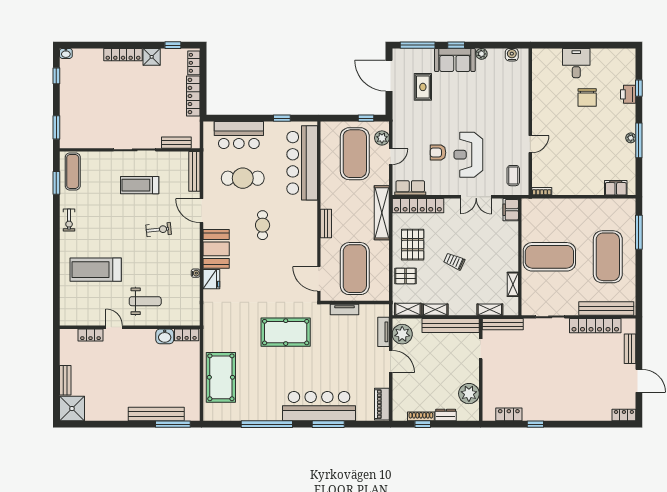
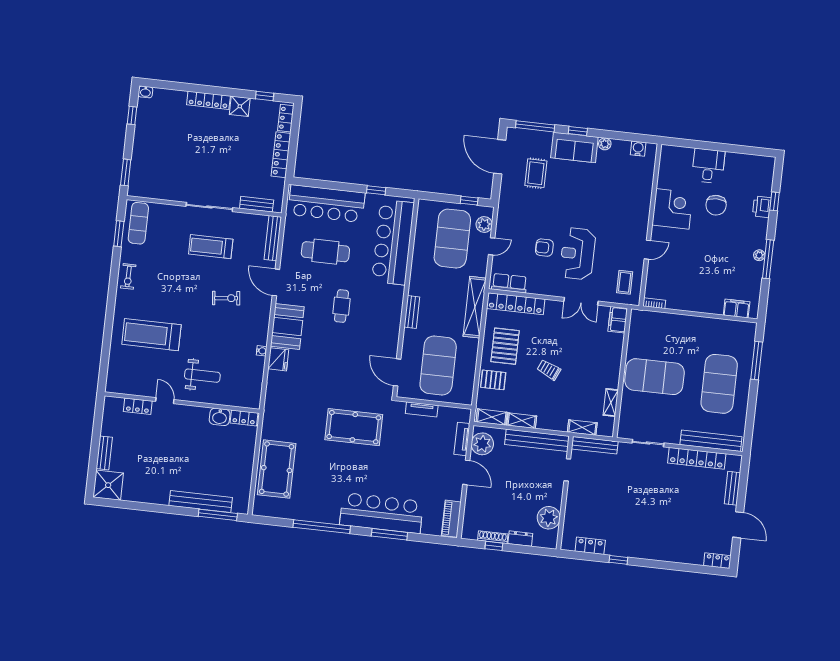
corner desk: (549, 105) -> (672, 209), added
bar counter: (239, 135) -> (327, 204), width x1.36

